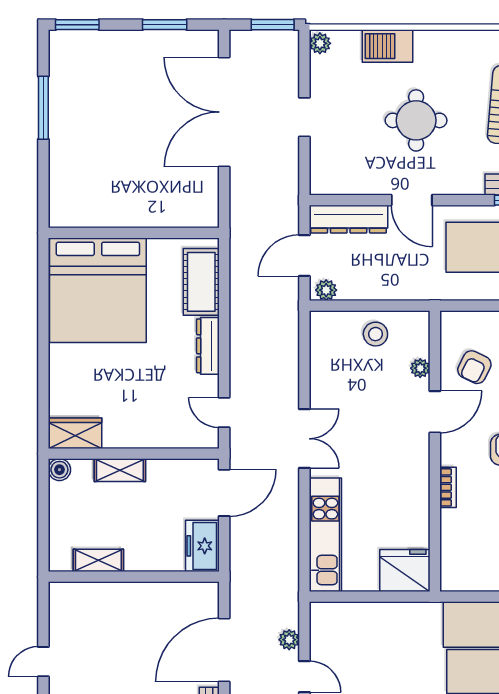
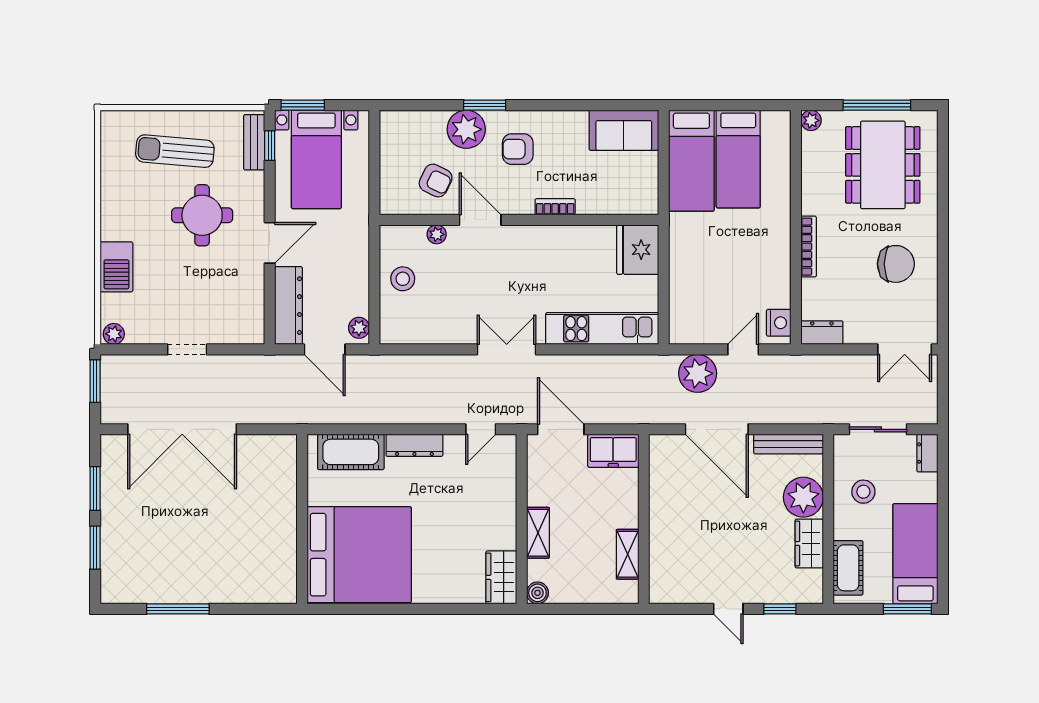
window: (77, 25) -> (95, 548), moved
round table: (416, 120) -> (202, 215), moved
plant: (289, 640) -> (698, 373), width x1.87, depth x1.87

